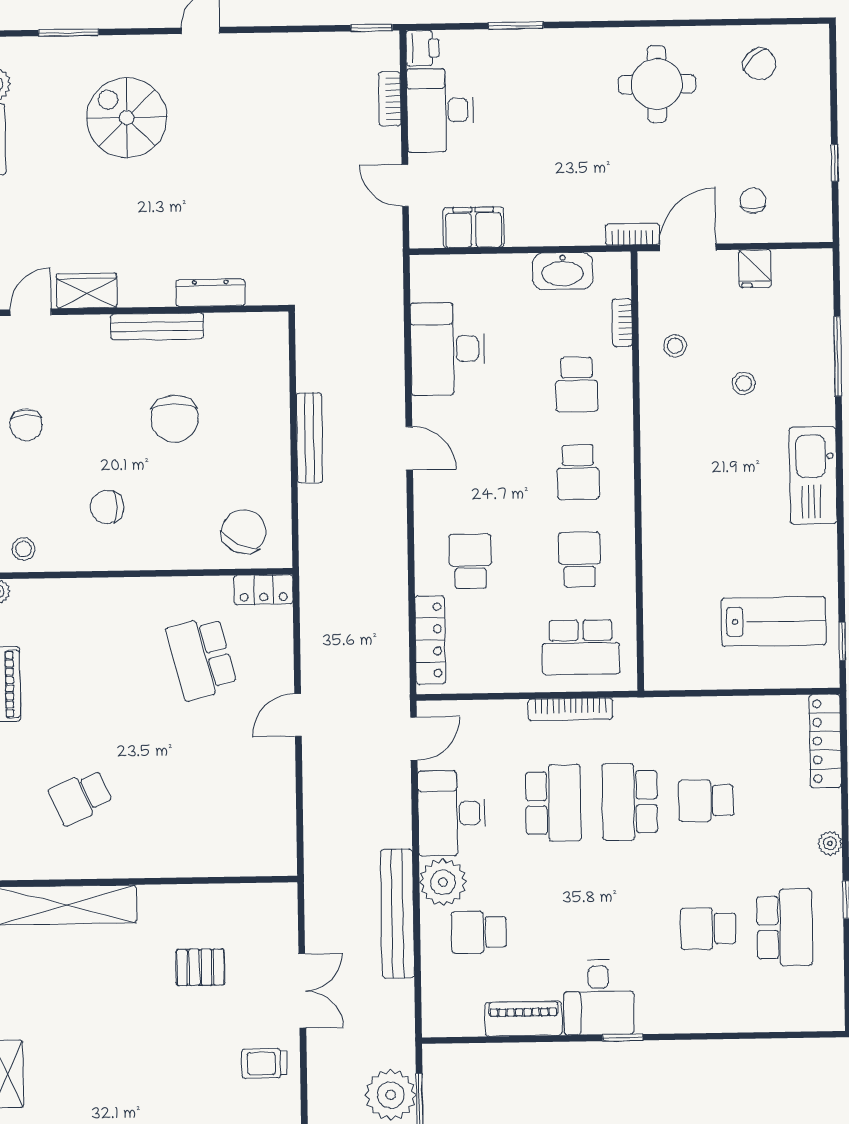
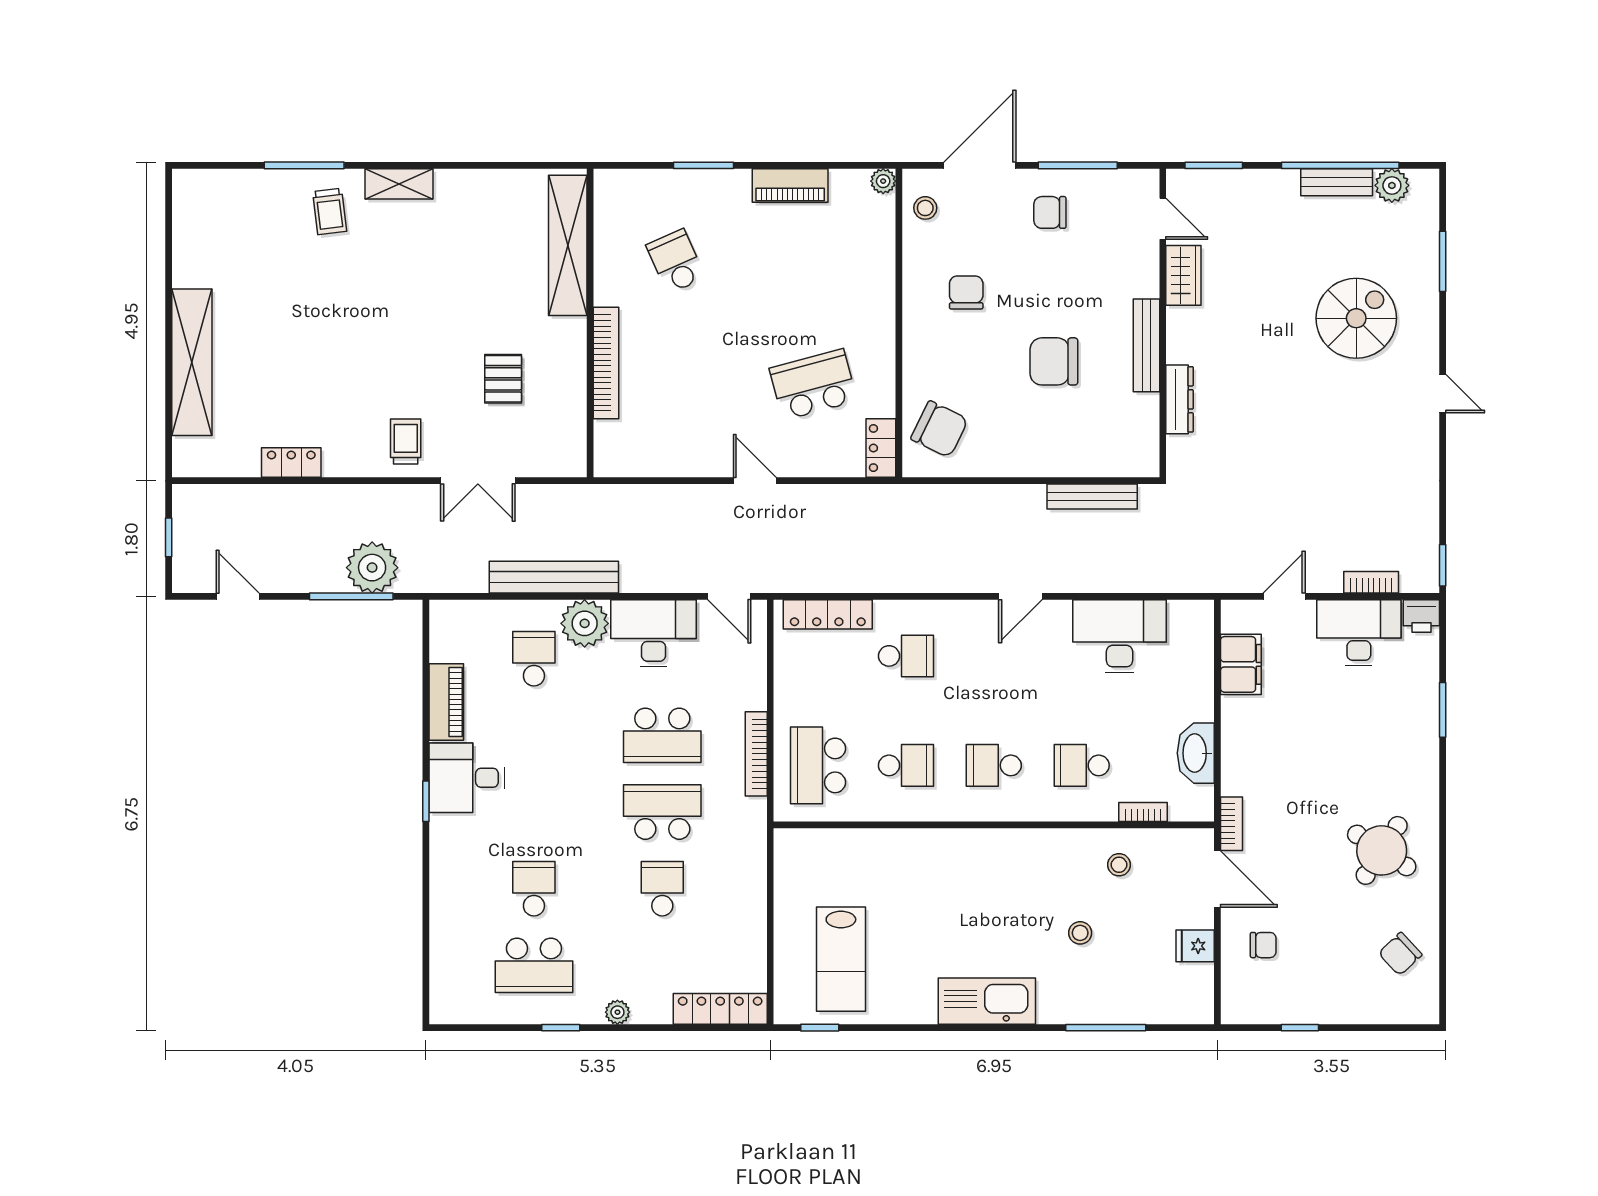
round table: (657, 84) -> (1382, 850), turned 33
bench: (309, 438) -> (1092, 496), moved
bookcase: (183, 865) -> (606, 363), added

